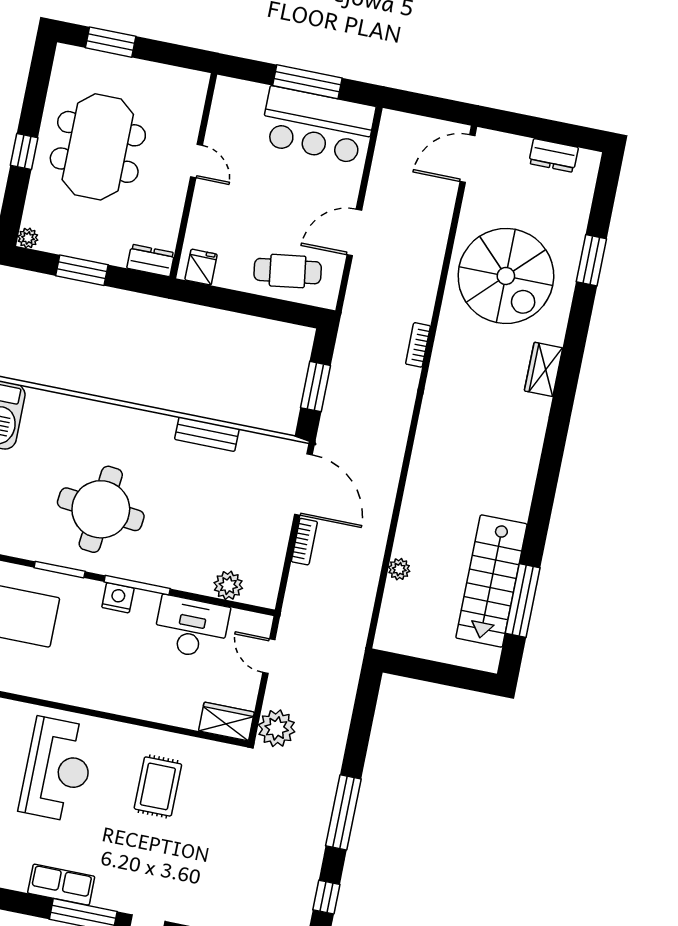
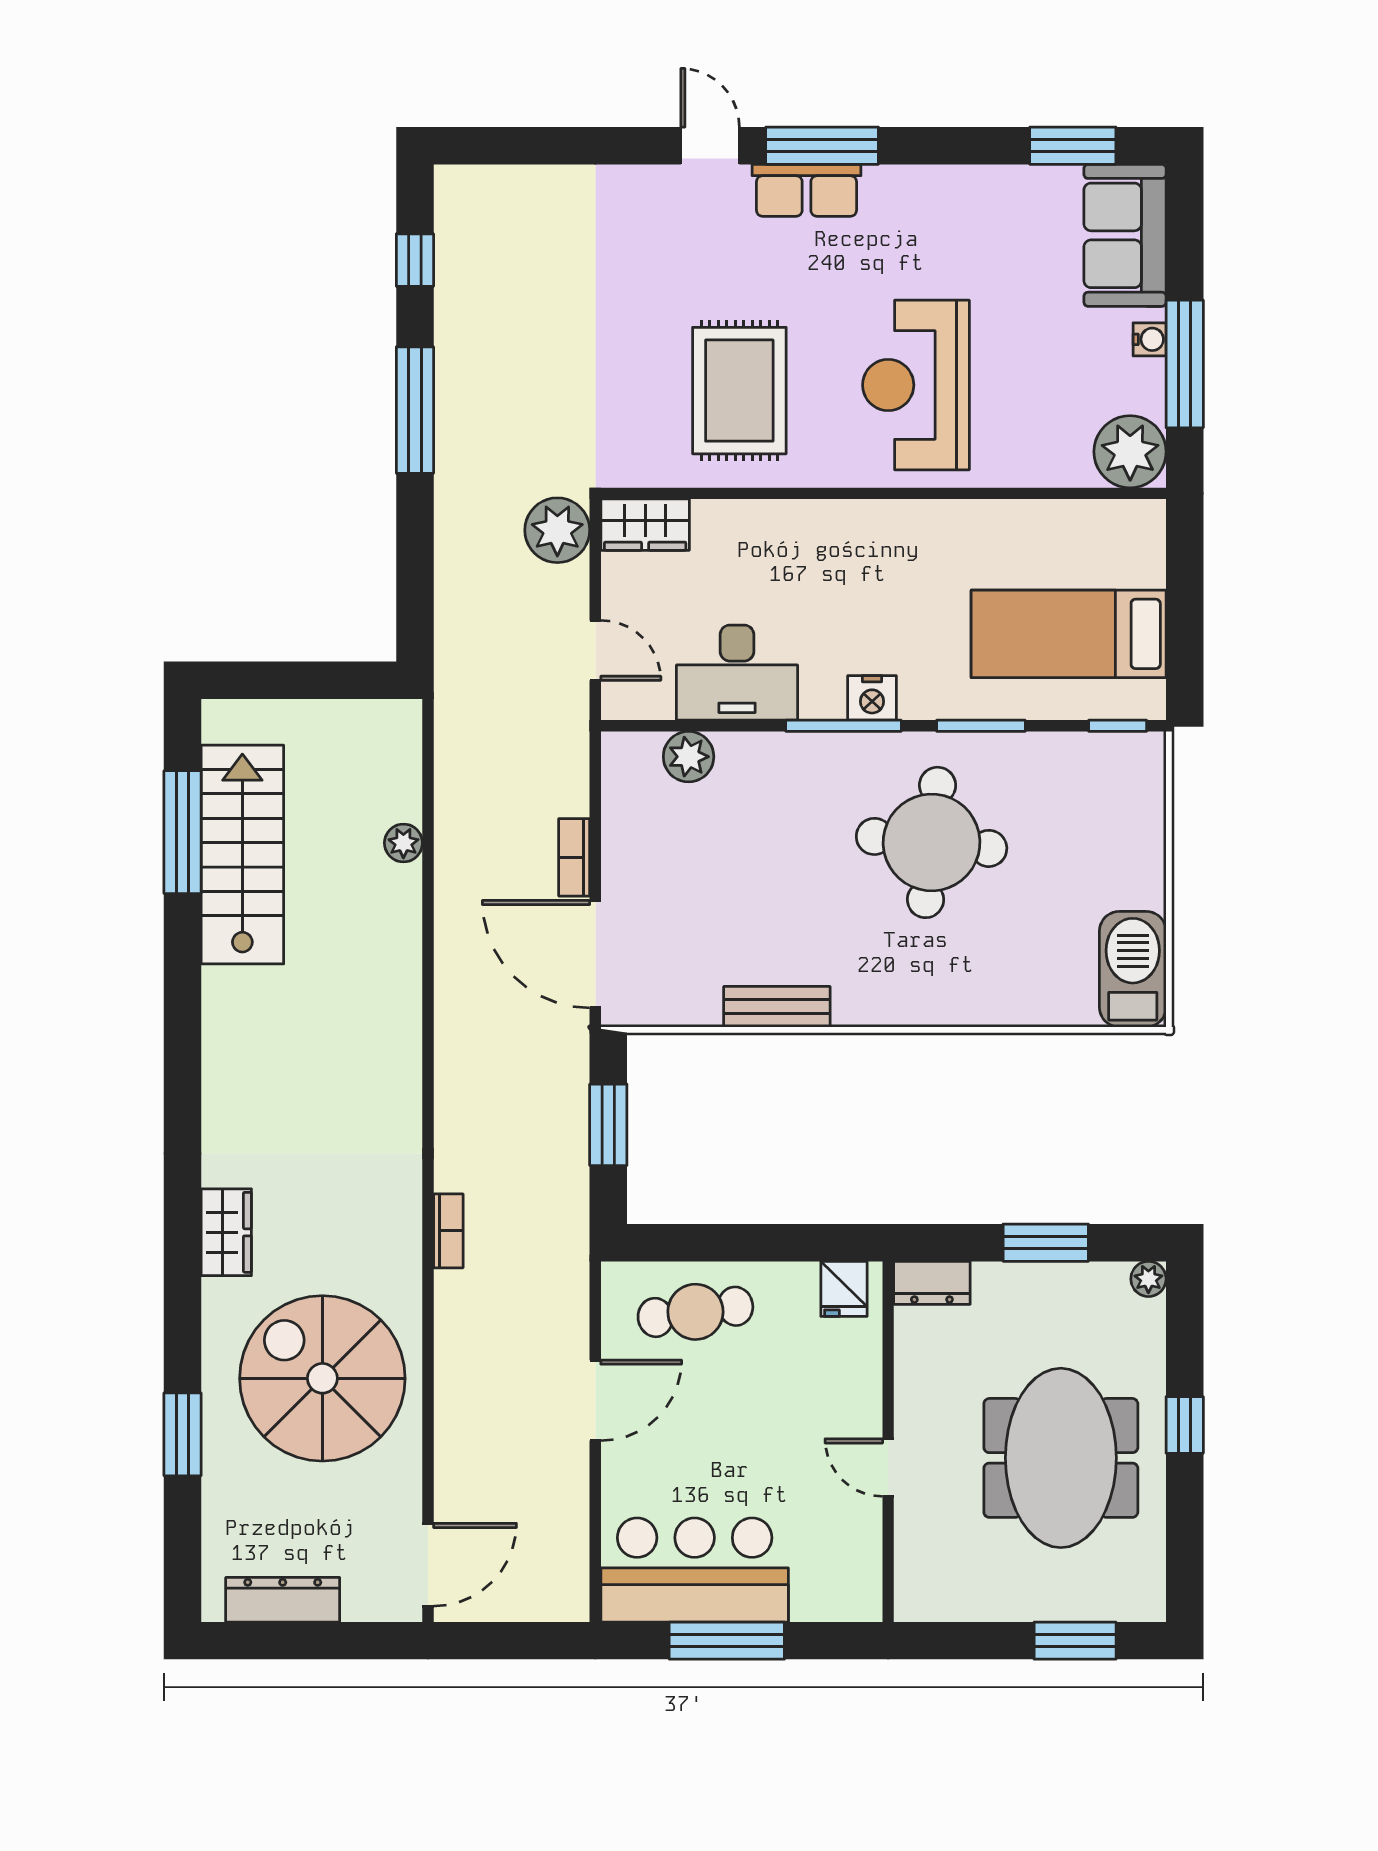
dresser: (554, 155) -> (283, 1600), width x1.44
rug: (158, 786) -> (739, 391), width x1.36, depth x1.43
row of seats: (61, 885) -> (806, 190), moved

